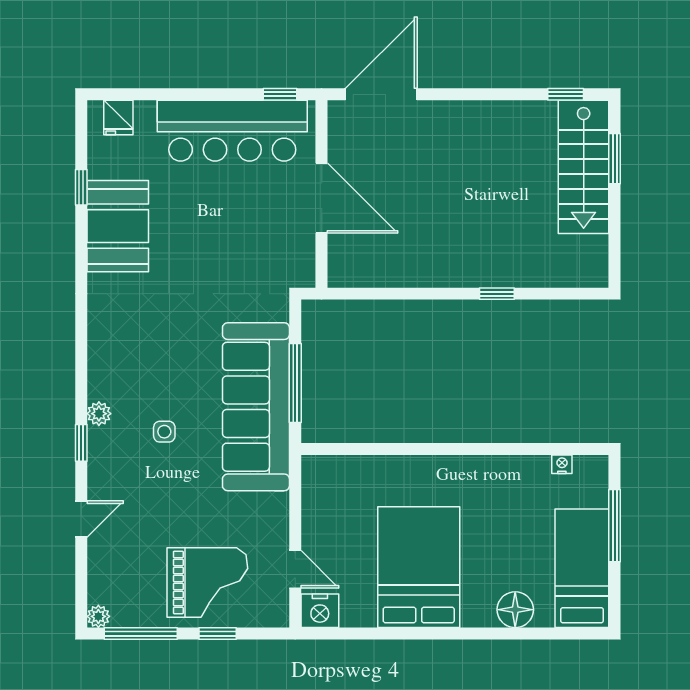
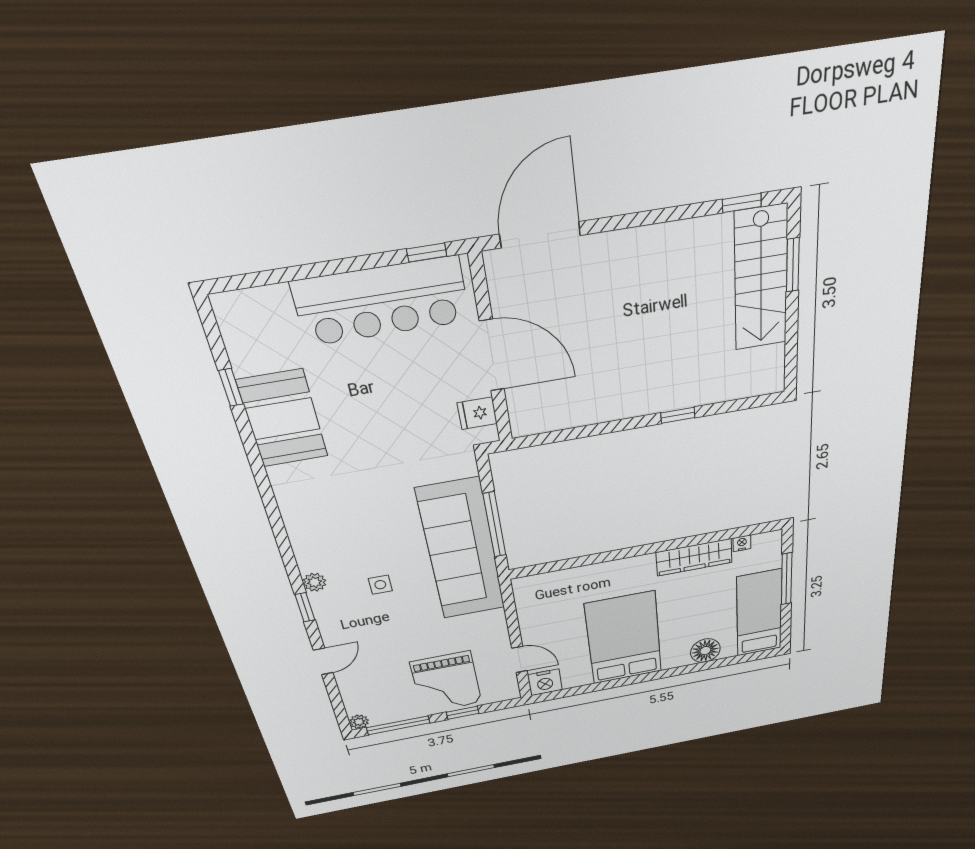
fridge: (118, 118) -> (477, 413), moved, turned 90
wardrobe: (507, 471) -> (694, 557), added
grand piano: (207, 582) -> (446, 682), turned 90

